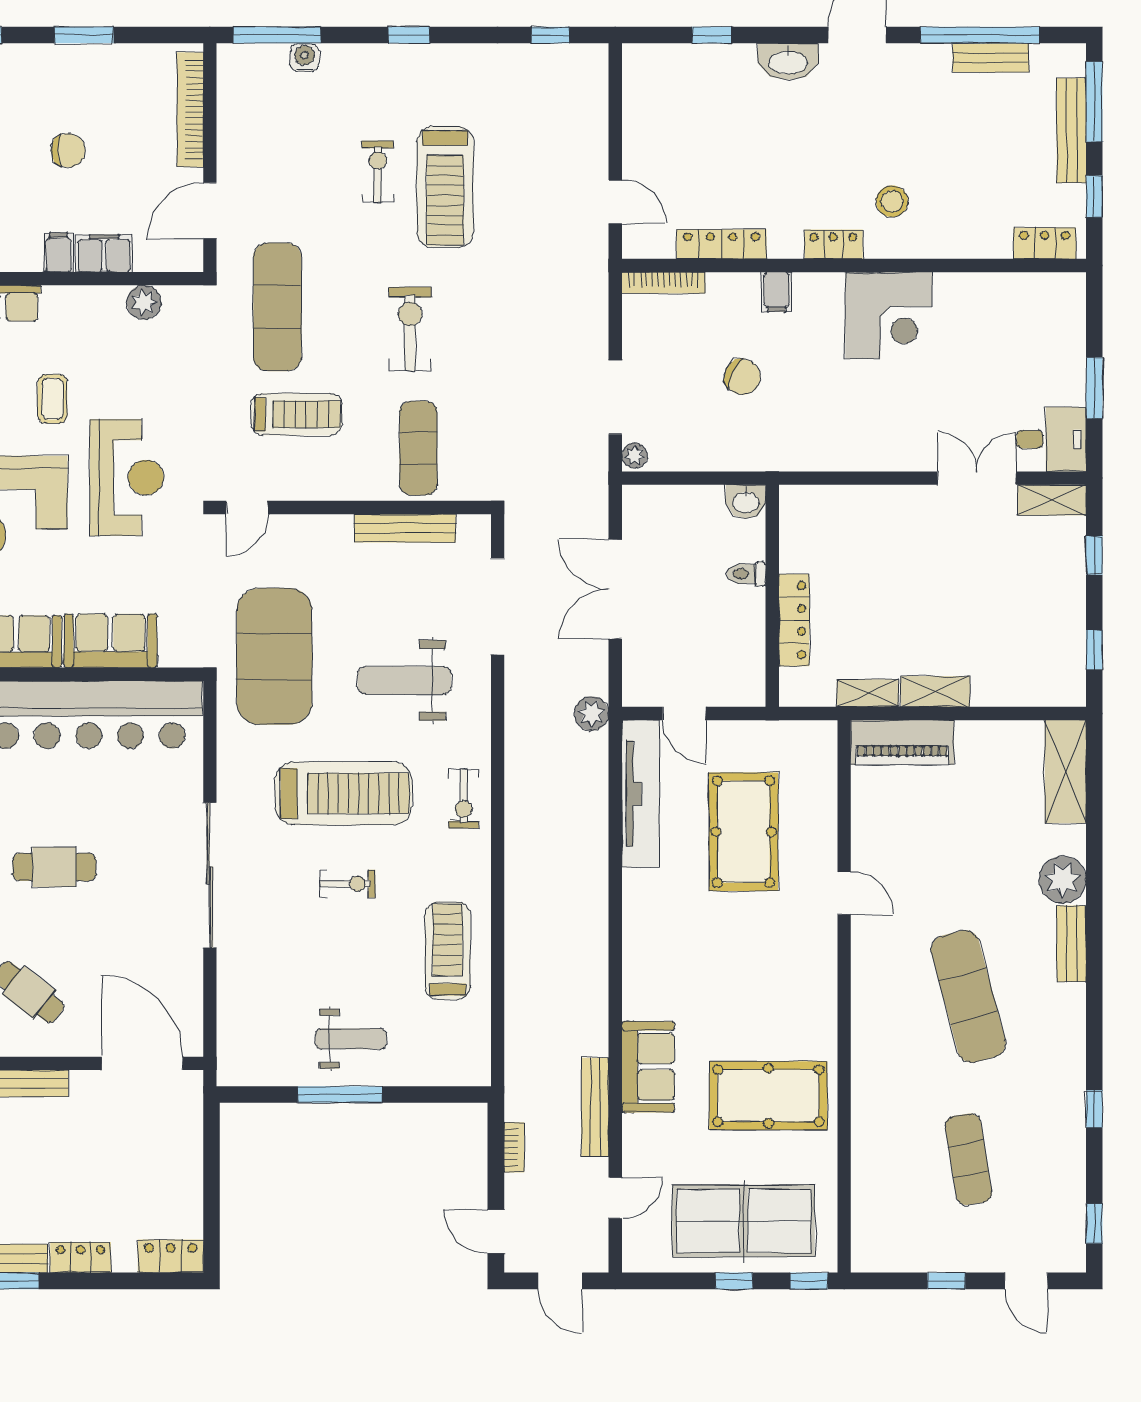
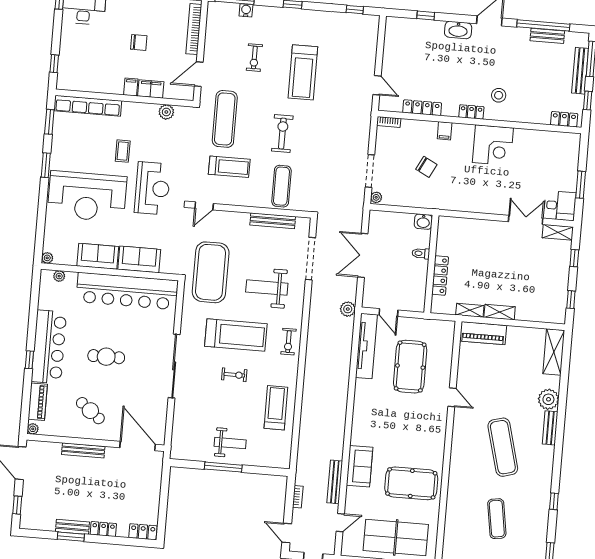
exercise bike: (378, 172) -> (254, 58), moved, turned 180
bookcase: (663, 283) -> (389, 122), width x0.64

